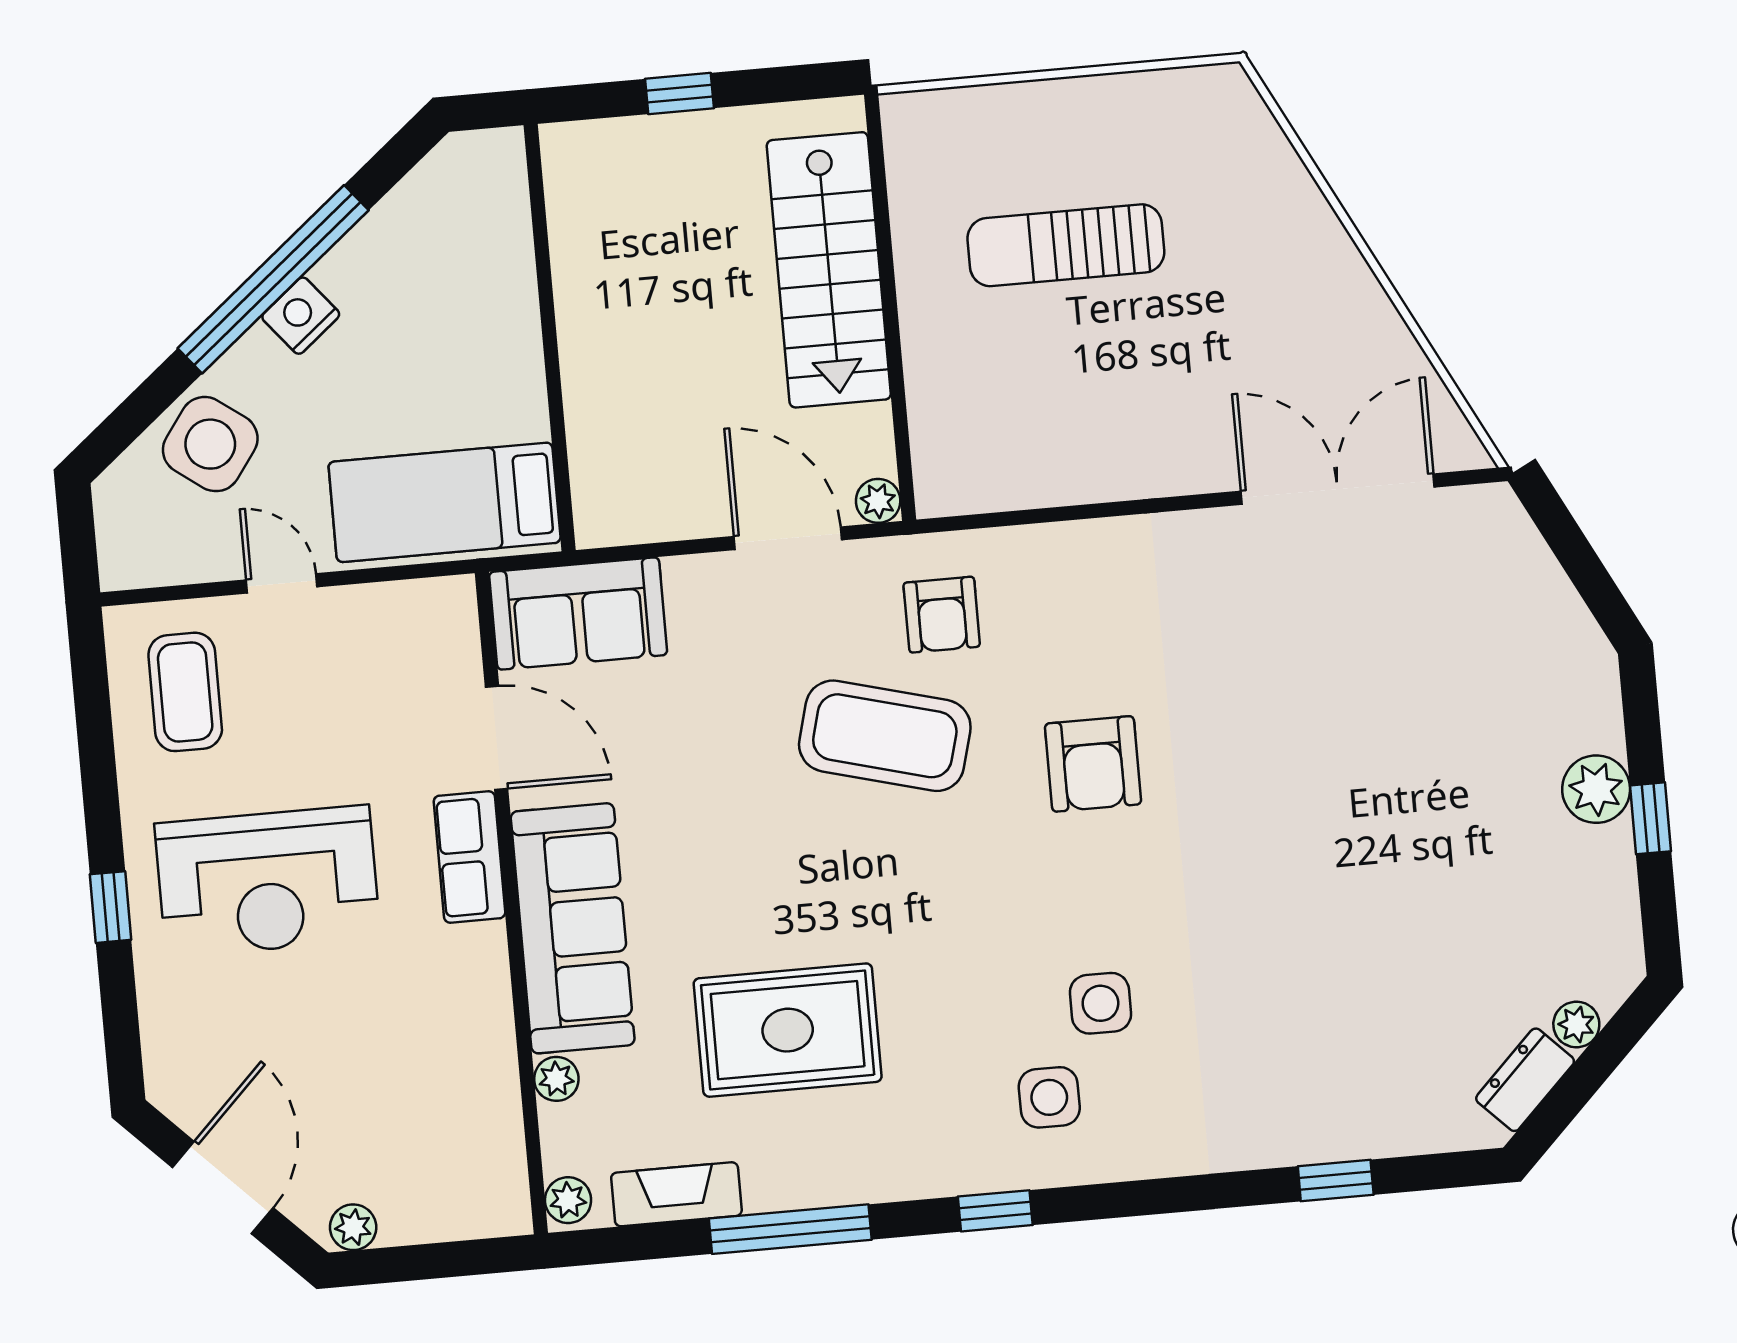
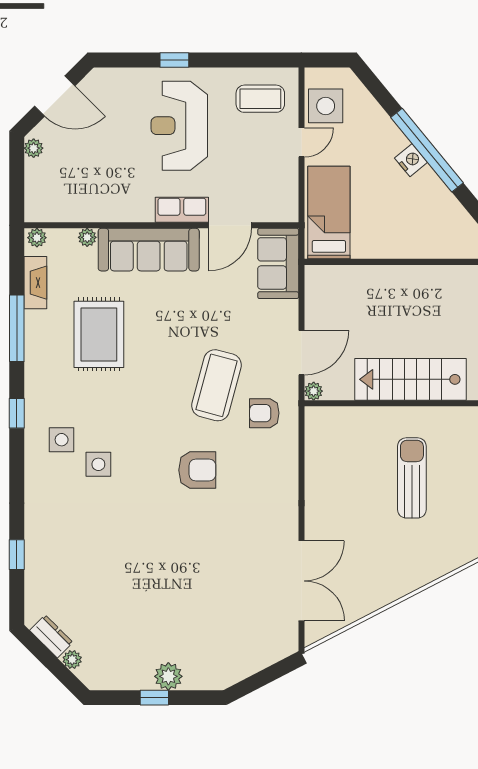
side table: (210, 444) -> (326, 106), moved, turned -36
armchair: (1093, 764) -> (197, 470), turned 180

